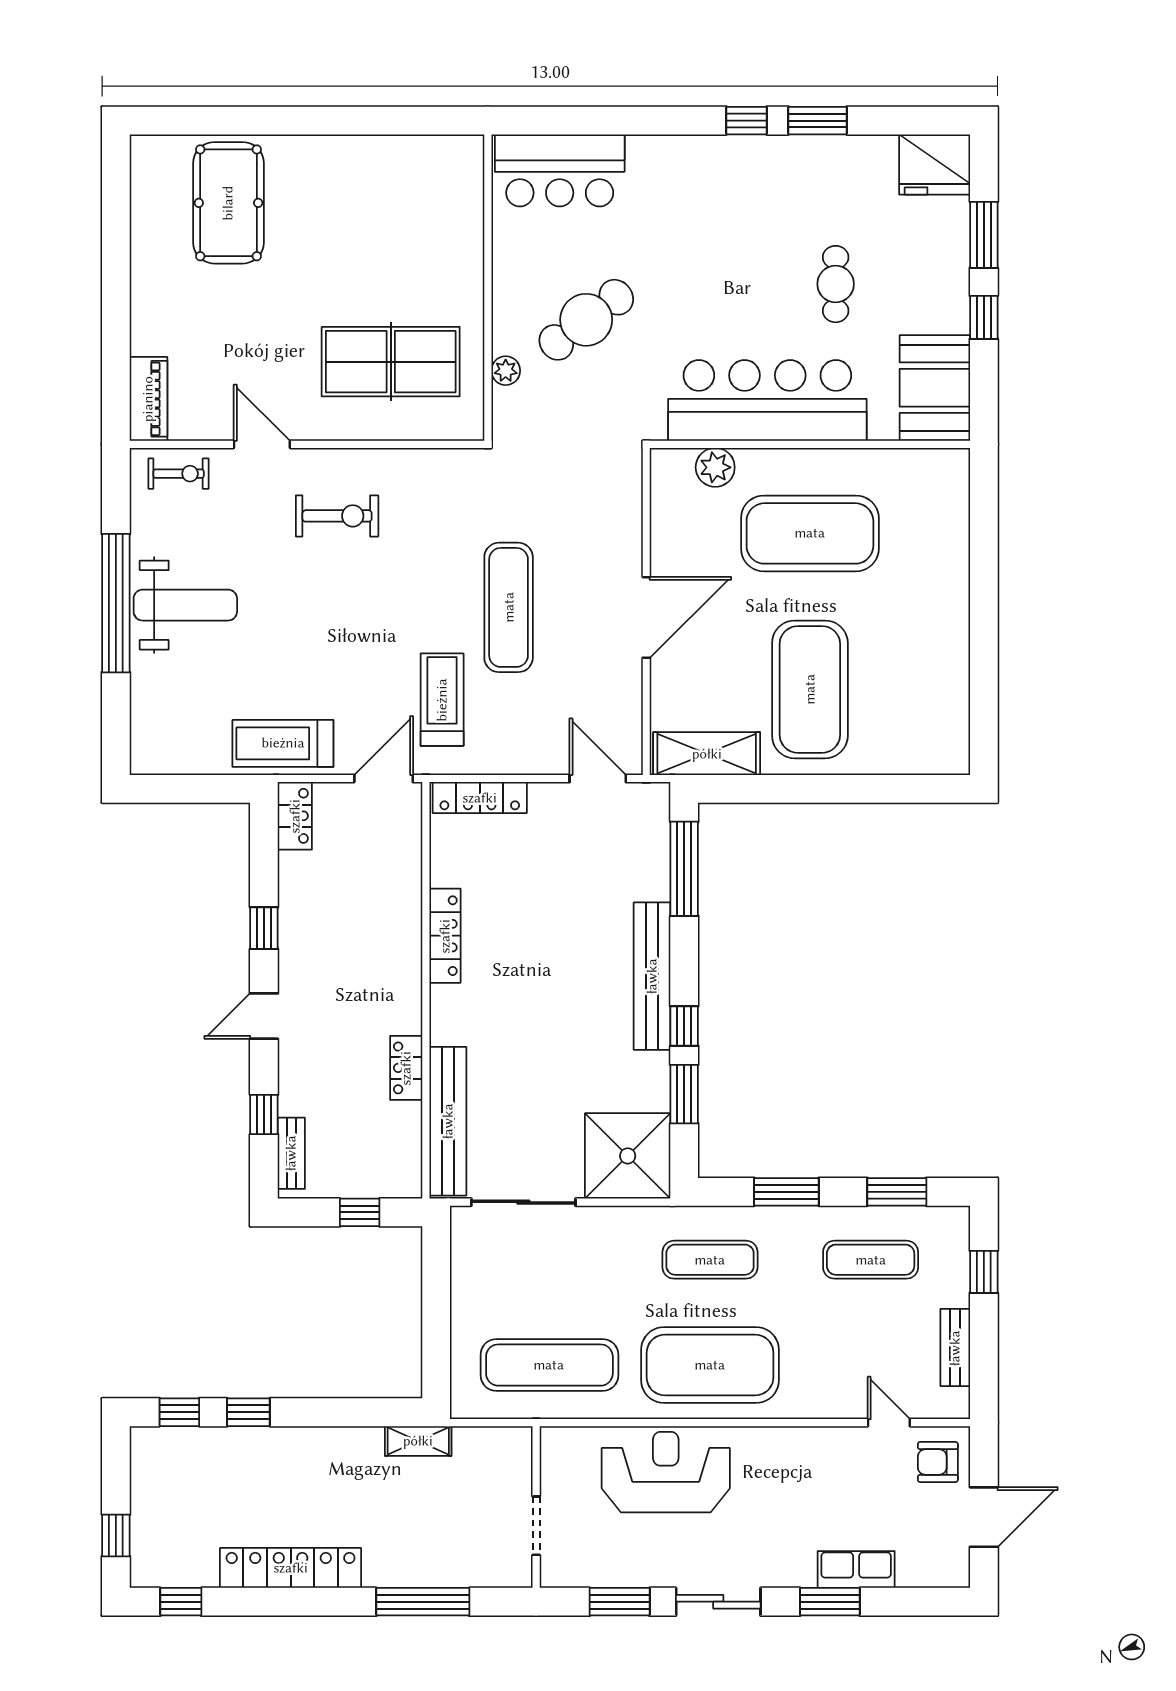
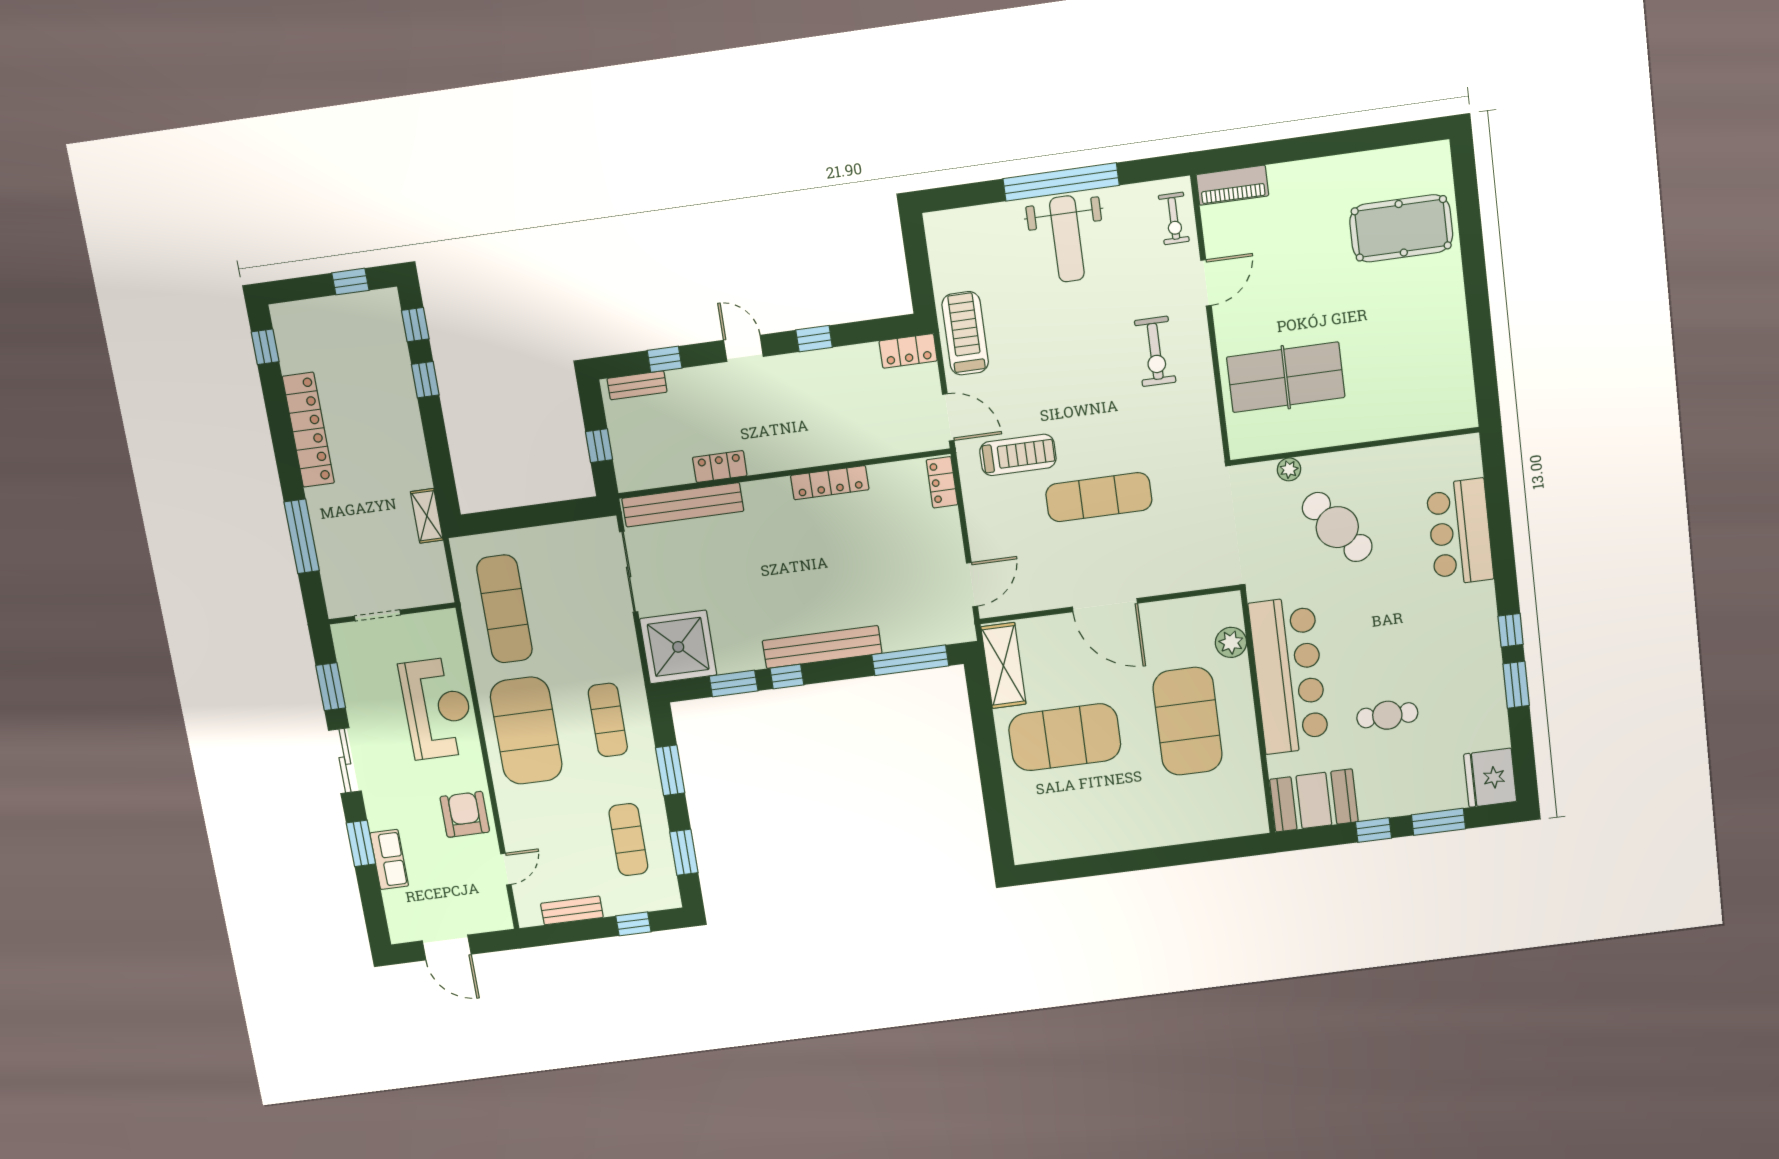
bar counter: (560, 170) -> (1460, 532), moved
table tennis table: (391, 362) -> (1286, 377), turned 90
locker: (480, 798) -> (942, 482), width x0.66
armchair: (938, 1462) -> (465, 814), moved, width x1.38, depth x1.38
window: (116, 1535) -> (350, 282), moved

